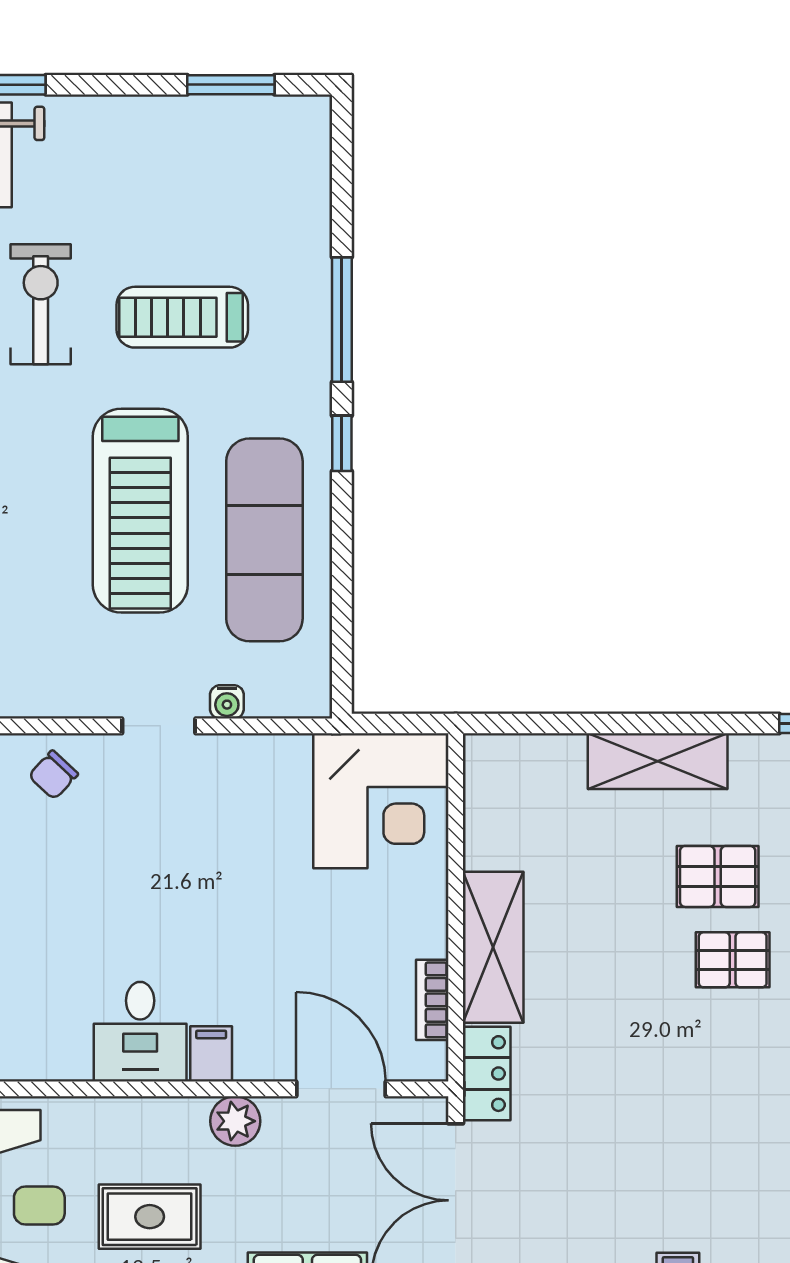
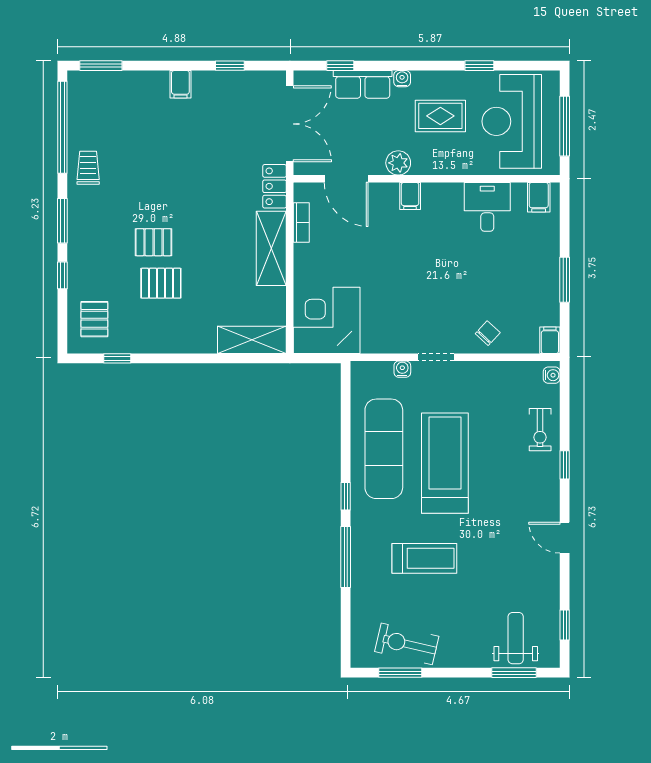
exercise bike: (41, 304) -> (407, 644), moved, turned 103
shelving: (658, 761) -> (252, 340), moved
desk: (140, 1032) -> (487, 207), moved

